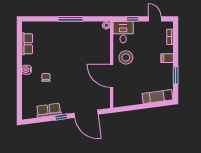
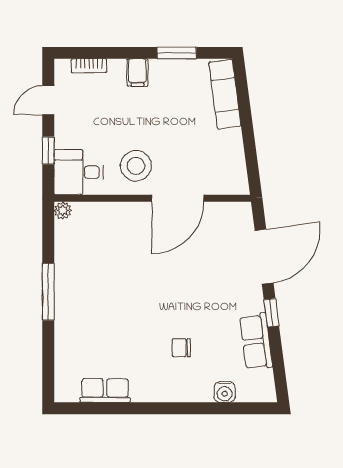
water cooler: (26, 70) -> (225, 392), moved

